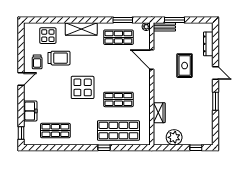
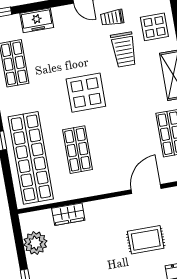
shop shelf: (118, 131) -> (31, 158), width x1.40

